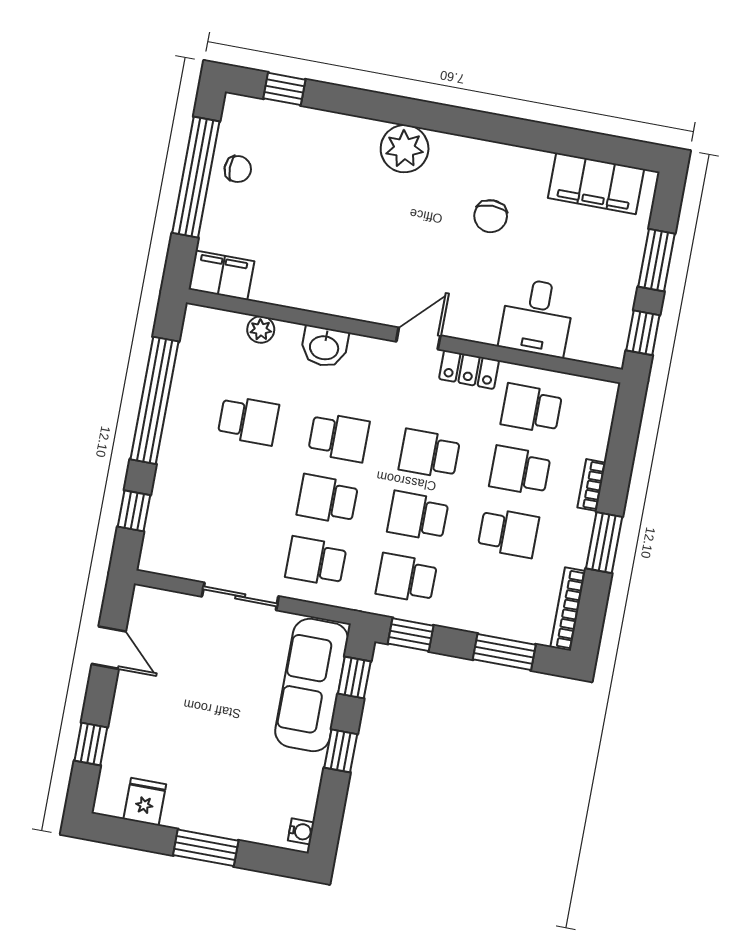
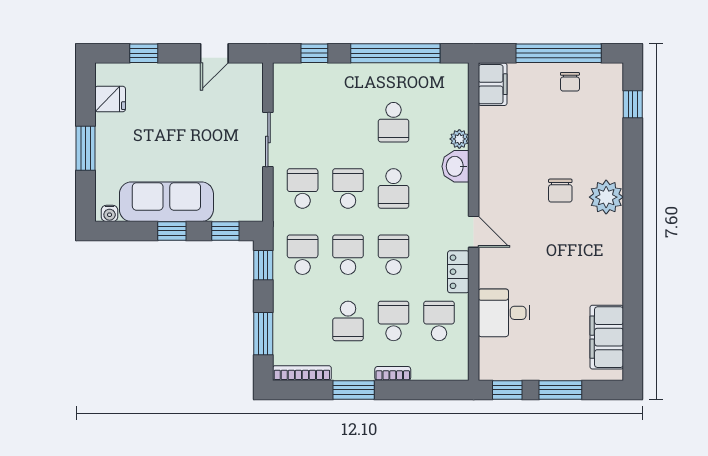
chair: (491, 216) -> (560, 191), moved, turned -90
plant: (261, 330) -> (459, 139), moved
sofa: (312, 685) -> (166, 202), moved

